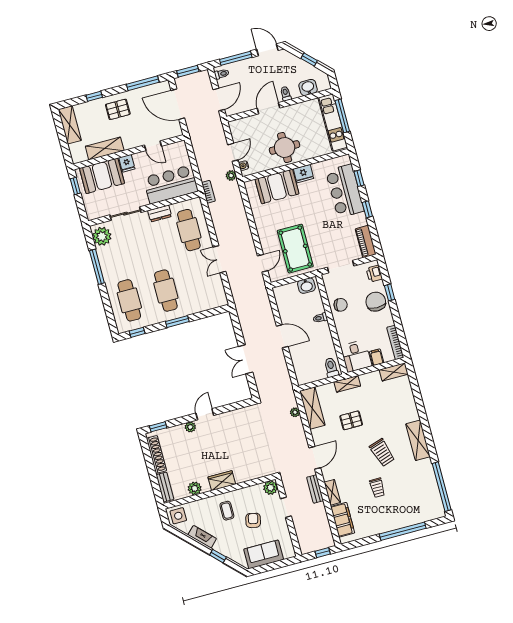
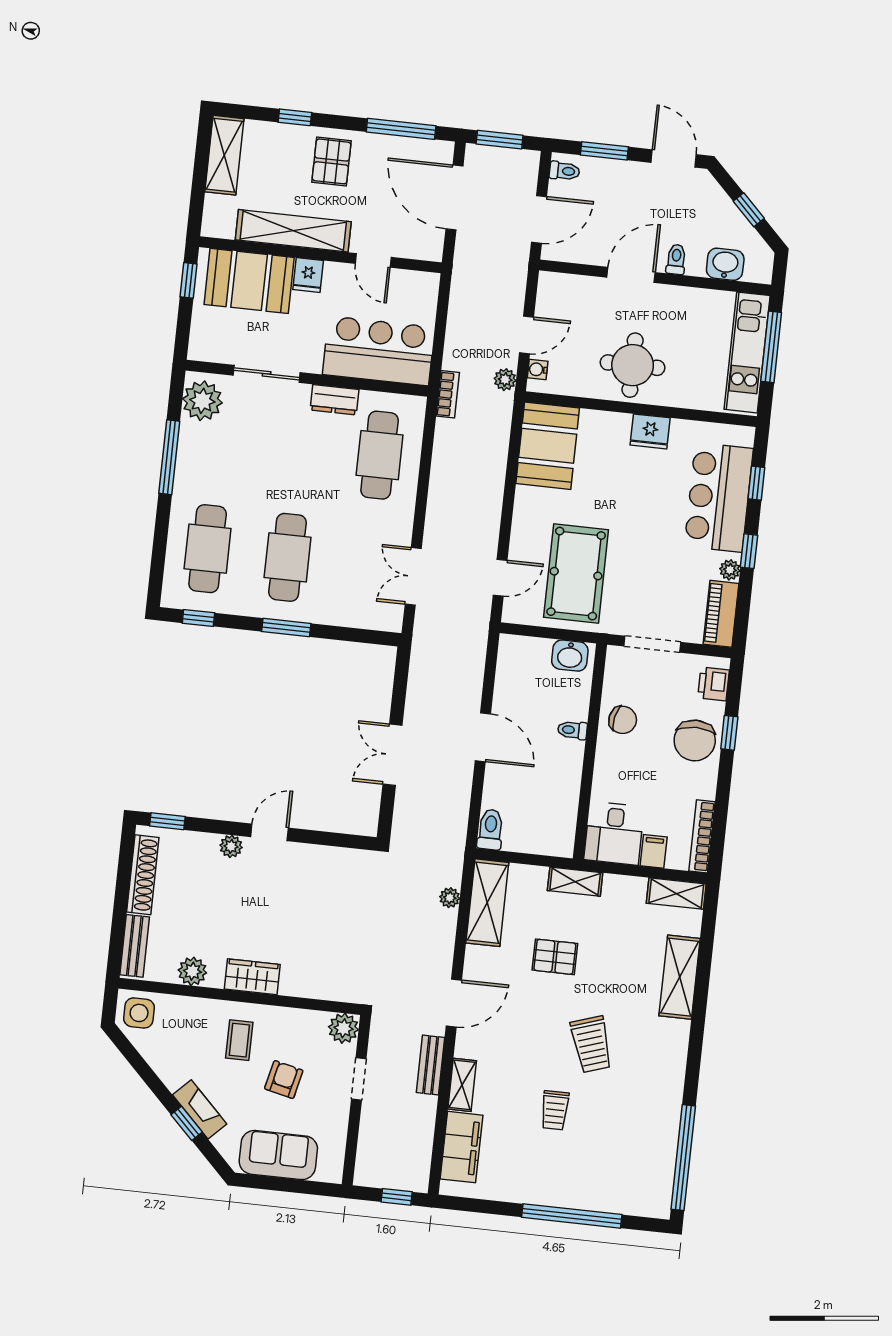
window: (236, 58) -> (604, 151), width x0.69
pallet: (118, 109) -> (332, 161), turned 90
shelving: (105, 148) -> (293, 231), width x1.47
booth: (277, 186) -> (548, 446), moved, turned 90
plant: (362, 221) -> (730, 570), added
double door: (219, 259) -> (413, 576), moved
chair: (376, 302) -> (695, 740), turned 180
toilet: (331, 367) -> (490, 829), moved
shelving: (418, 440) -> (680, 977), moved
fireplace: (202, 537) -> (200, 1109), moved

